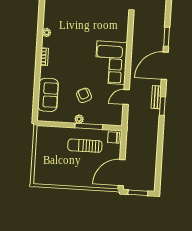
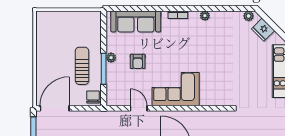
sofa: (48, 95) -> (136, 21), width x1.36
armchair: (84, 95) -> (138, 61), turned 115
door: (122, 173) -> (55, 108), hinge flipped

